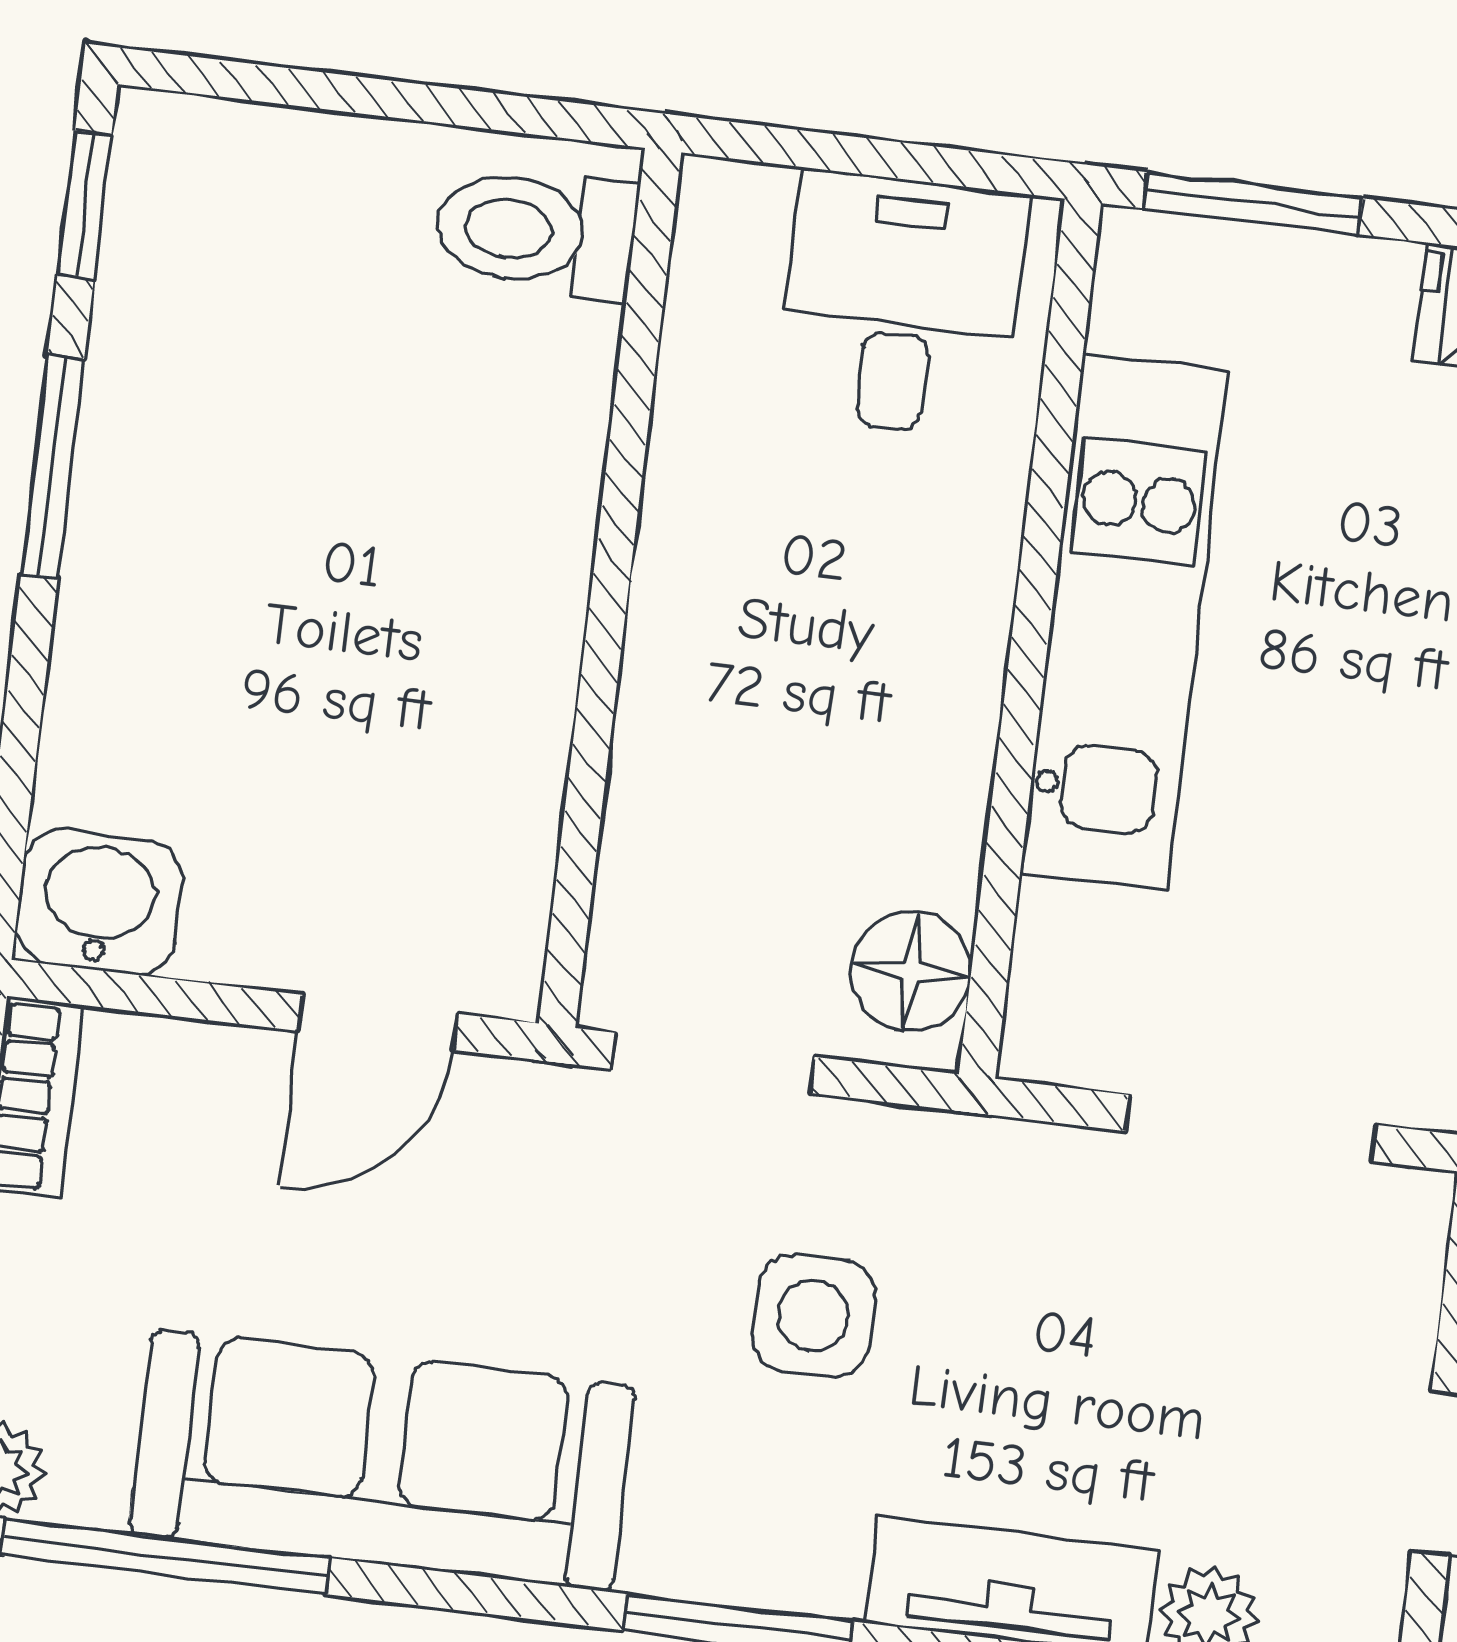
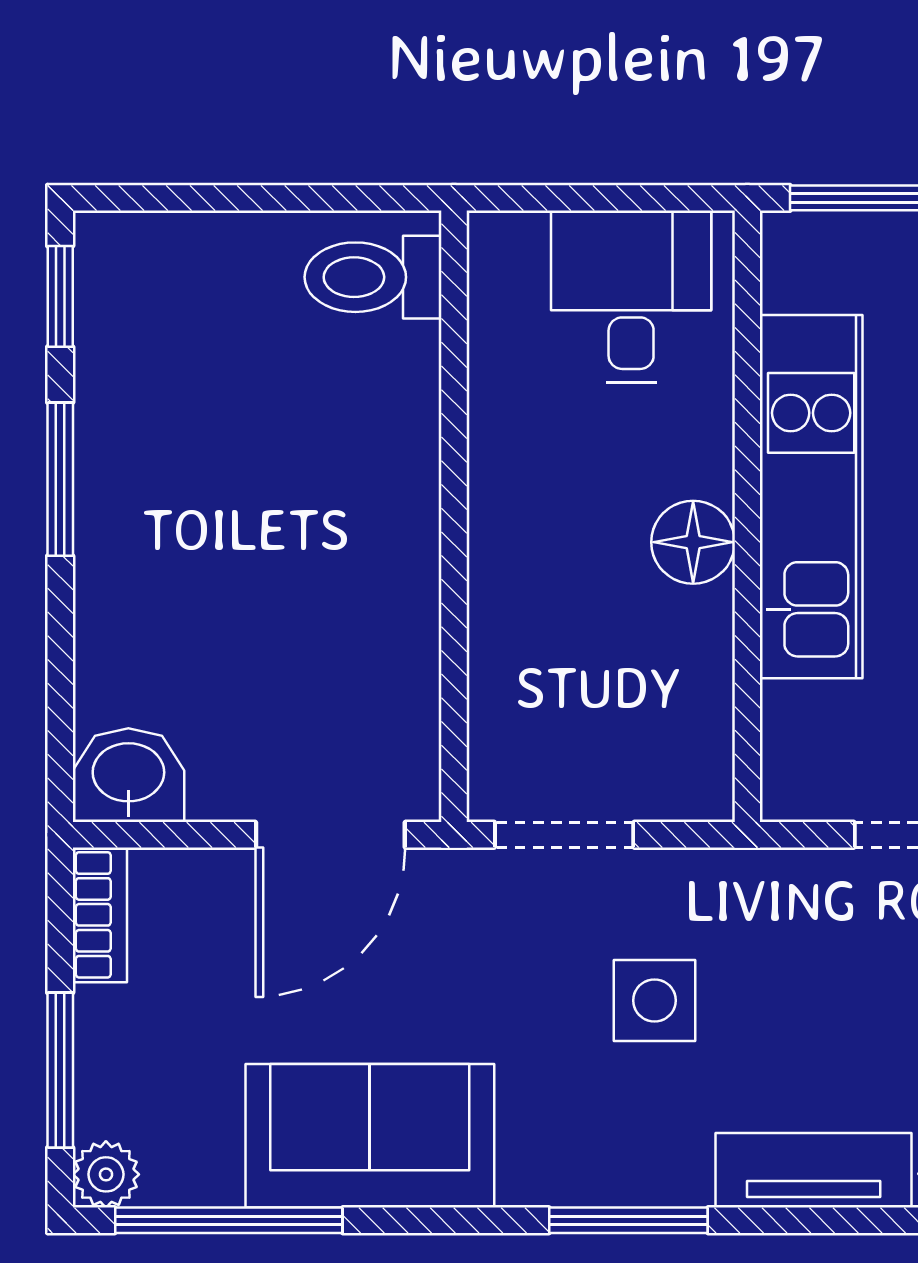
floor lamp: (911, 971) -> (693, 542), moved
door: (378, 1022) -> (330, 835), width x1.38
sofa: (382, 1460) -> (370, 1136), width x0.73

